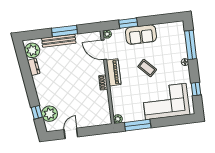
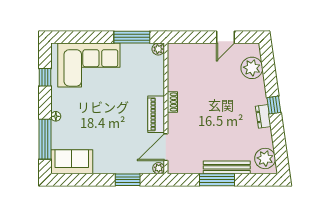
sofa: (141, 35) -> (72, 162), moved
door: (104, 50) -> (166, 147), swing flipped
dresser: (34, 67) -> (263, 116), moved
coffee table: (147, 68) -> (109, 115), removed
window: (37, 112) -> (274, 105), moved

